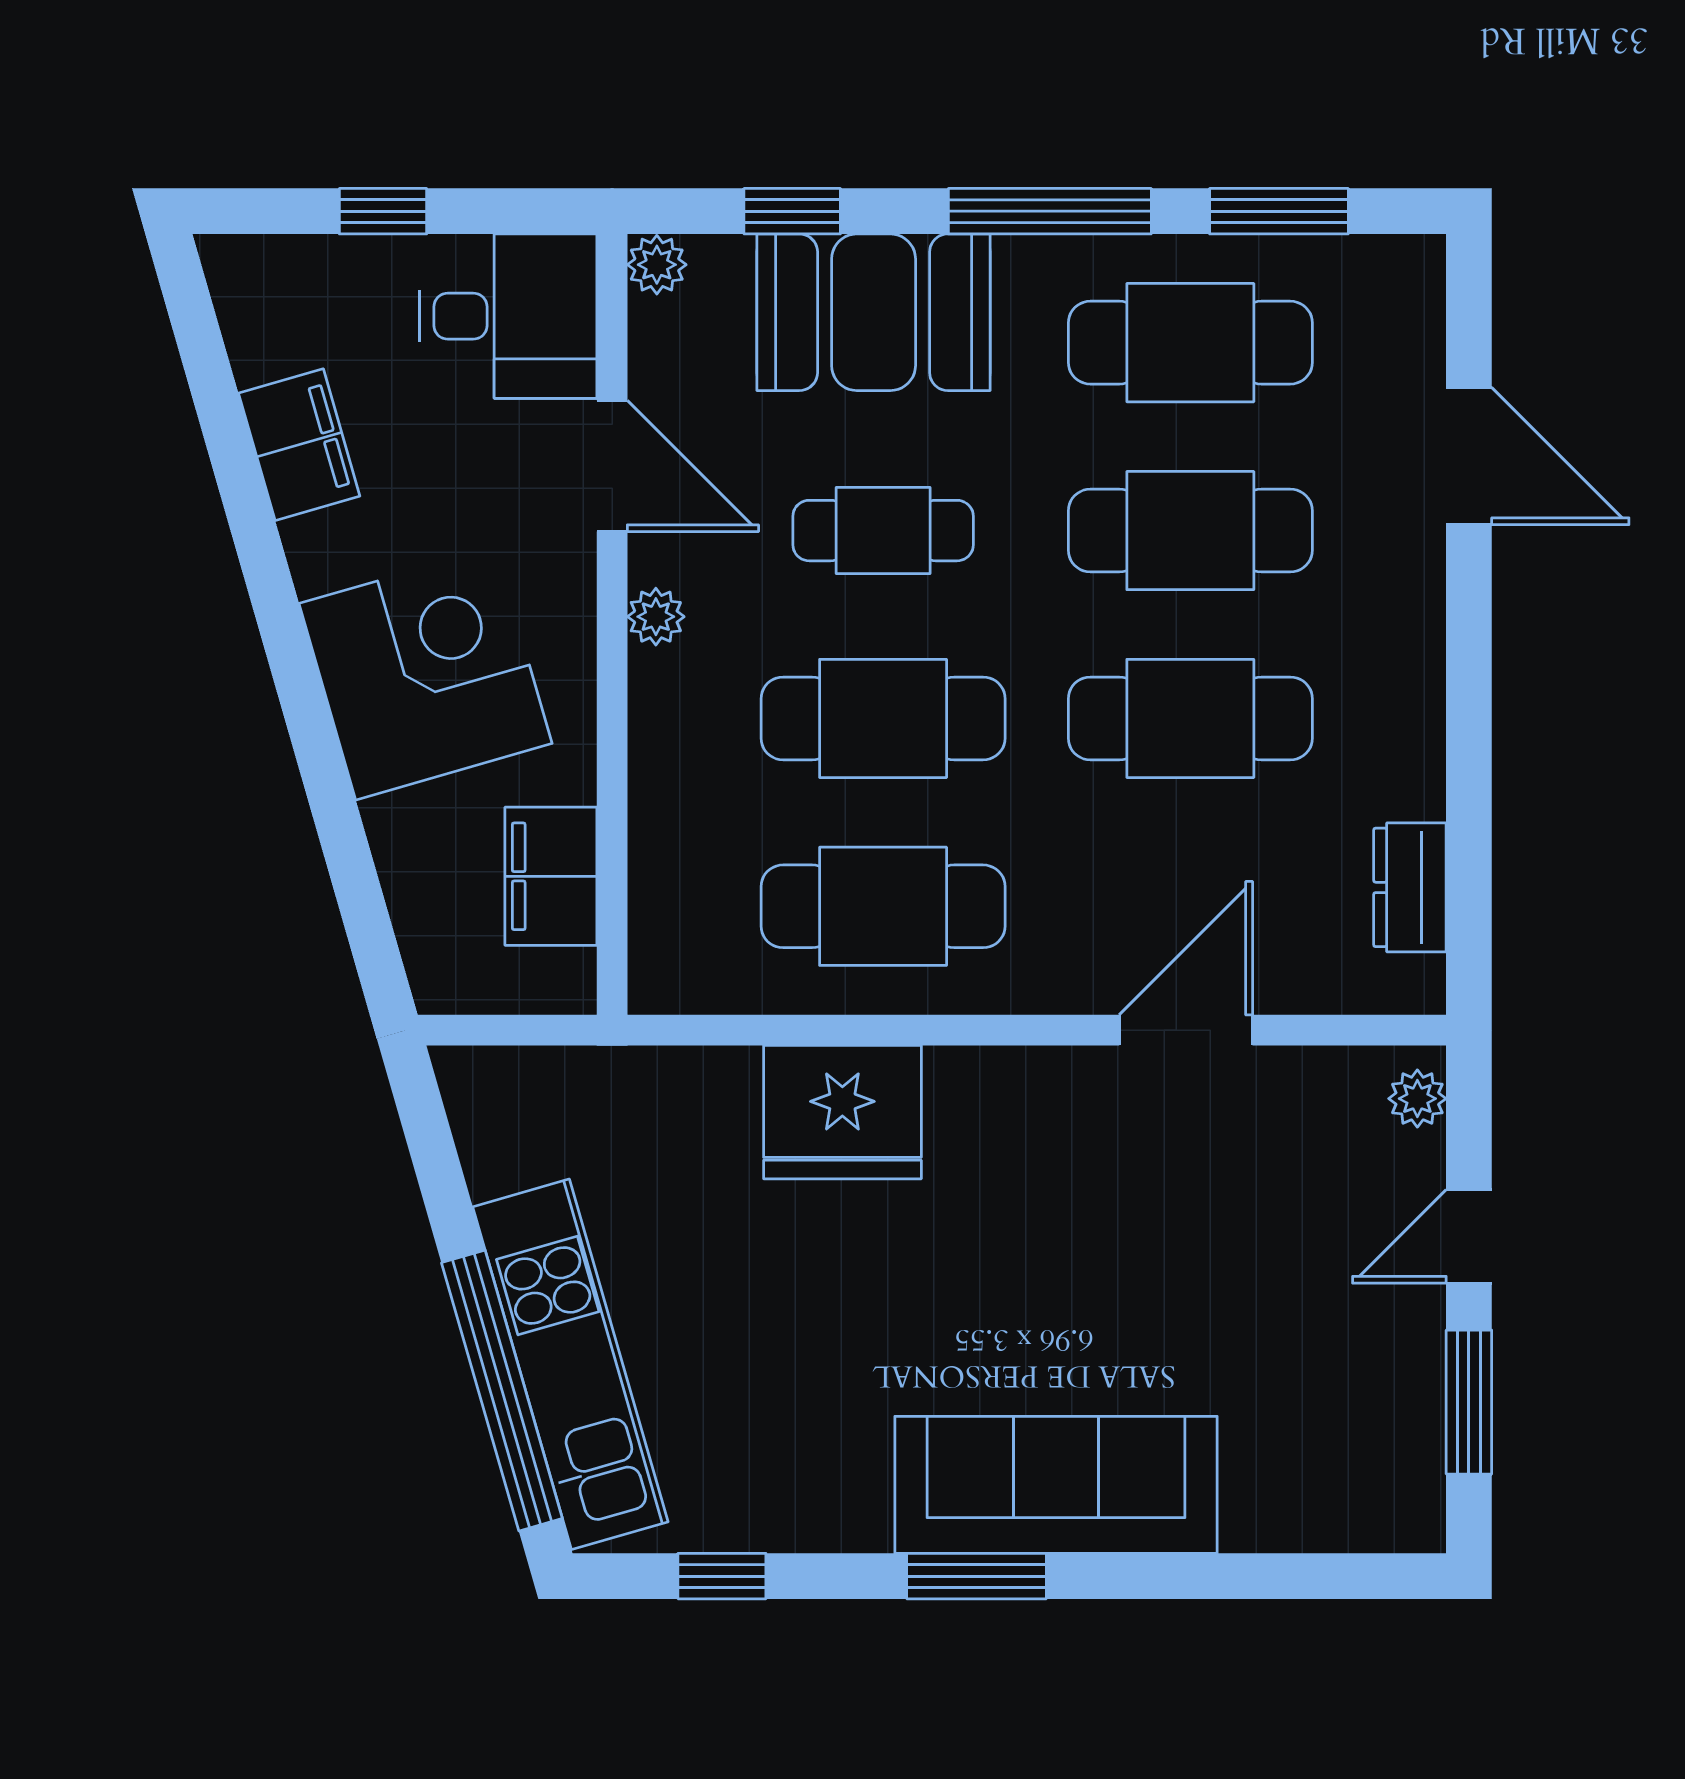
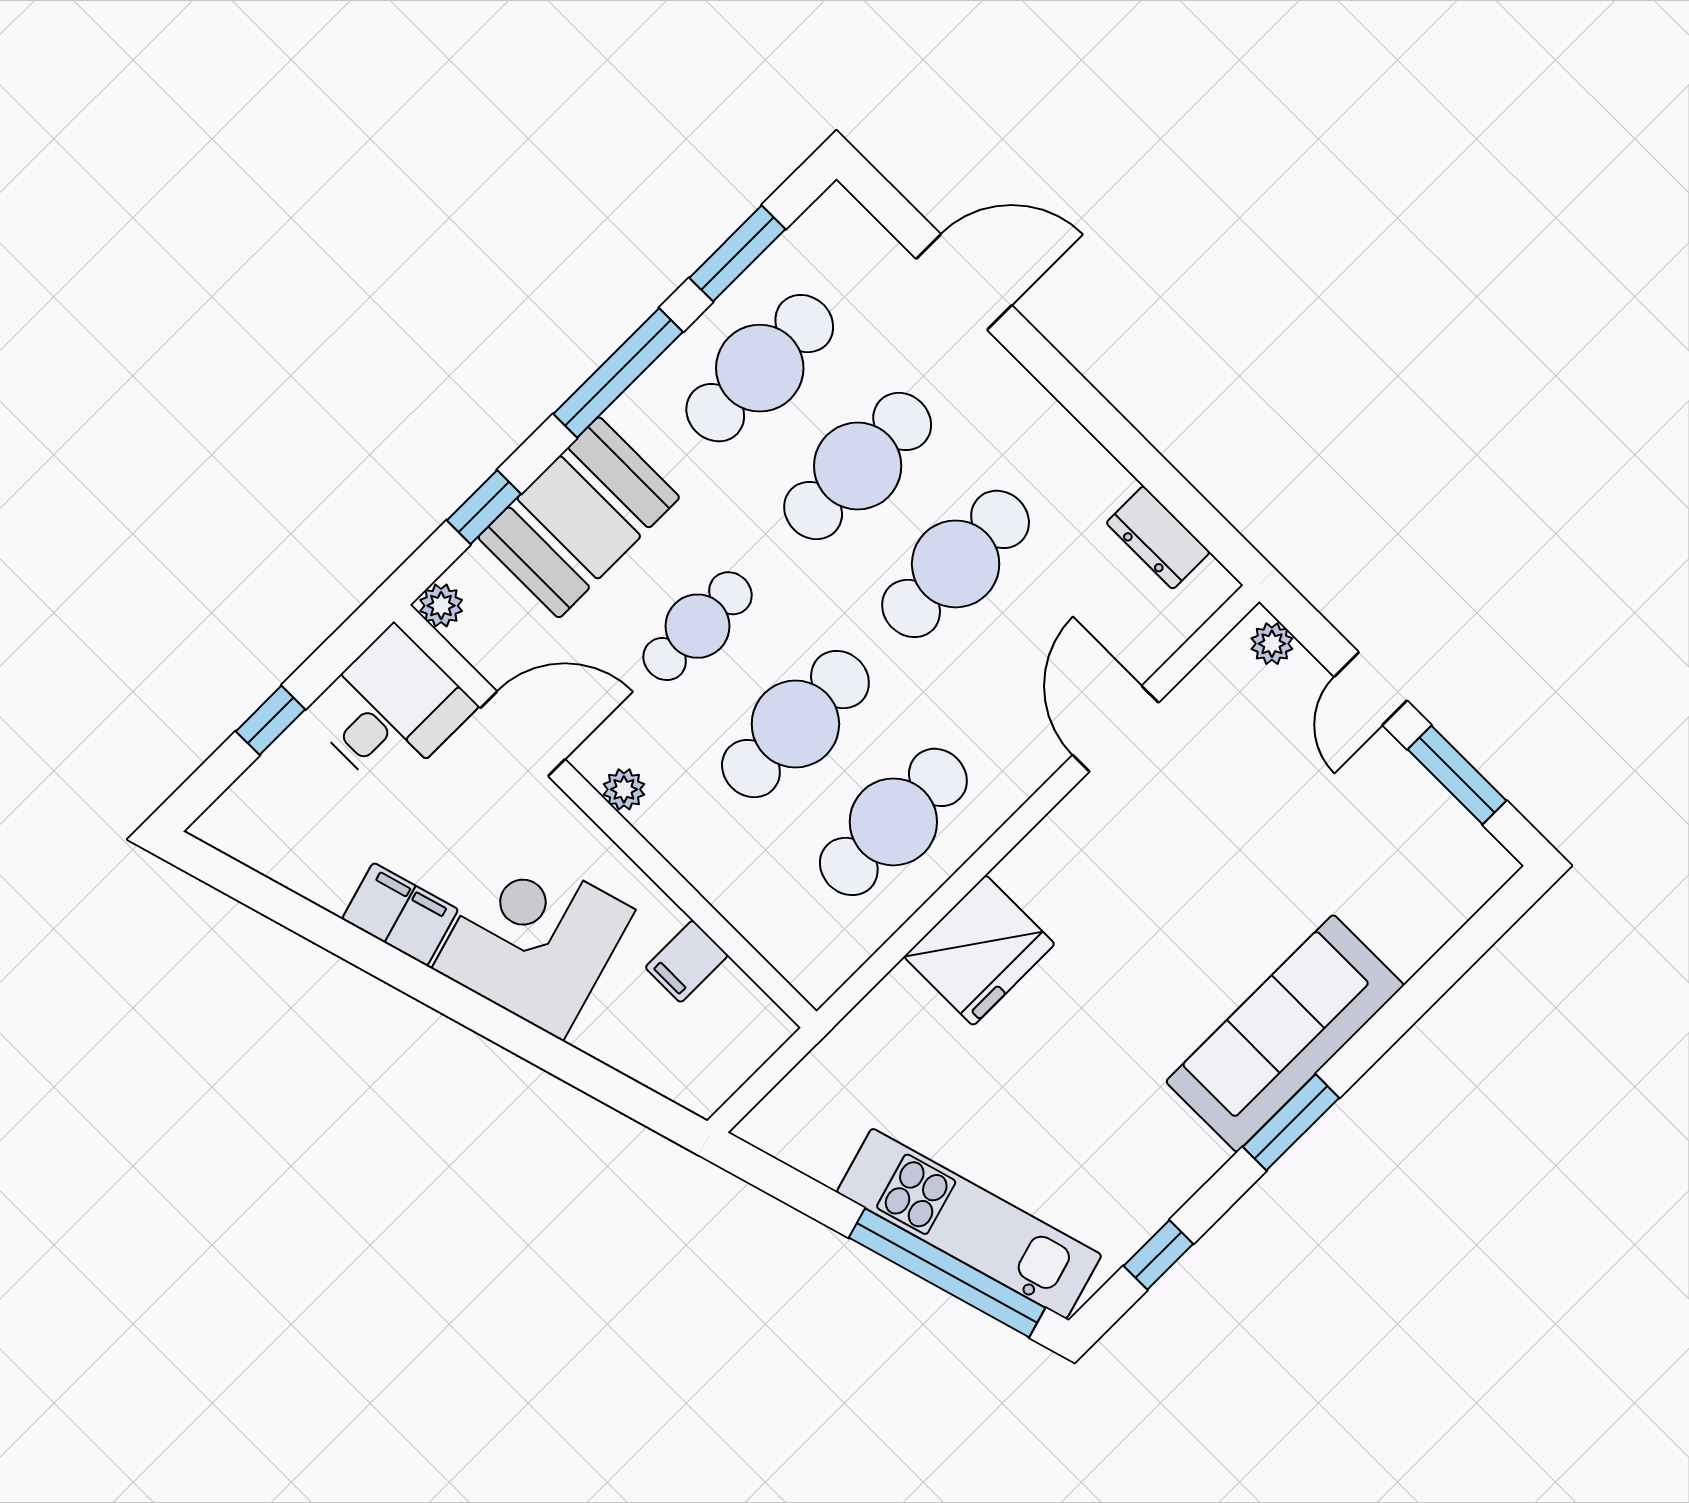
filing cabinet: (299, 445) -> (400, 914), moved
filing cabinet: (551, 876) -> (687, 961), width x0.50

